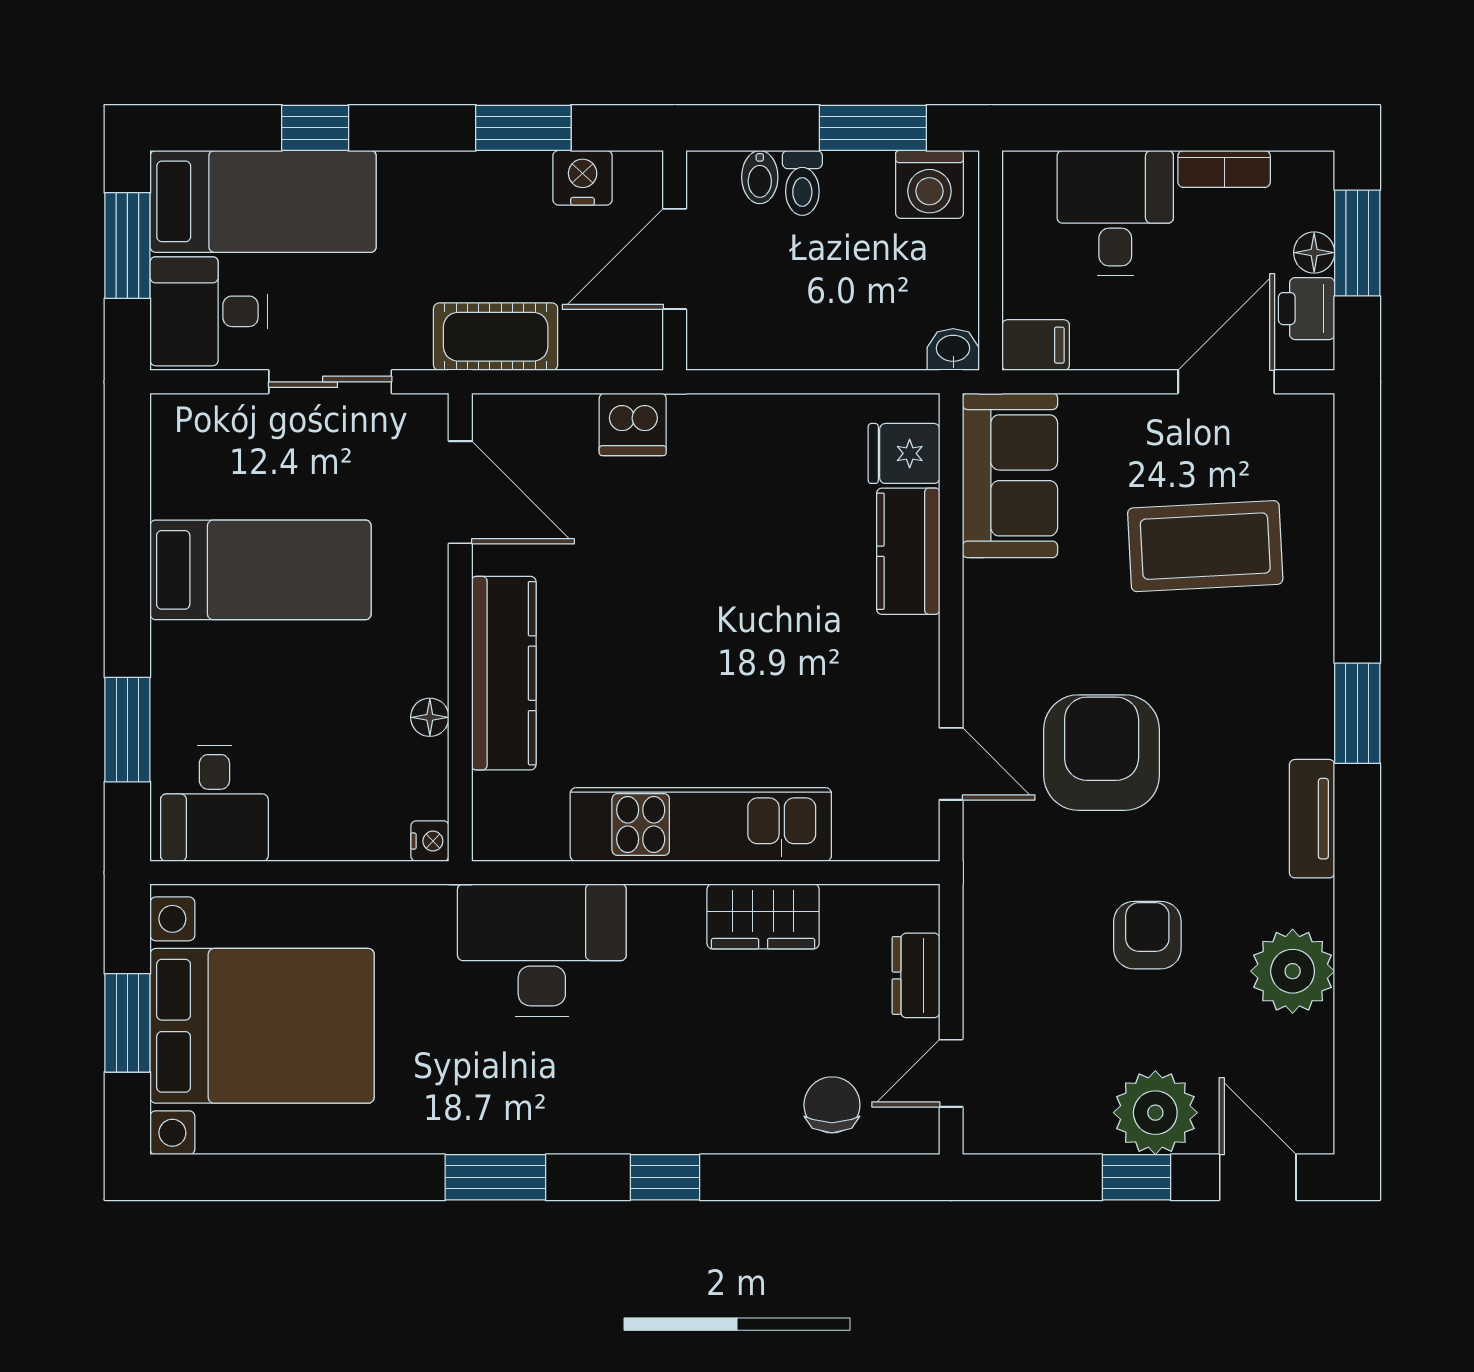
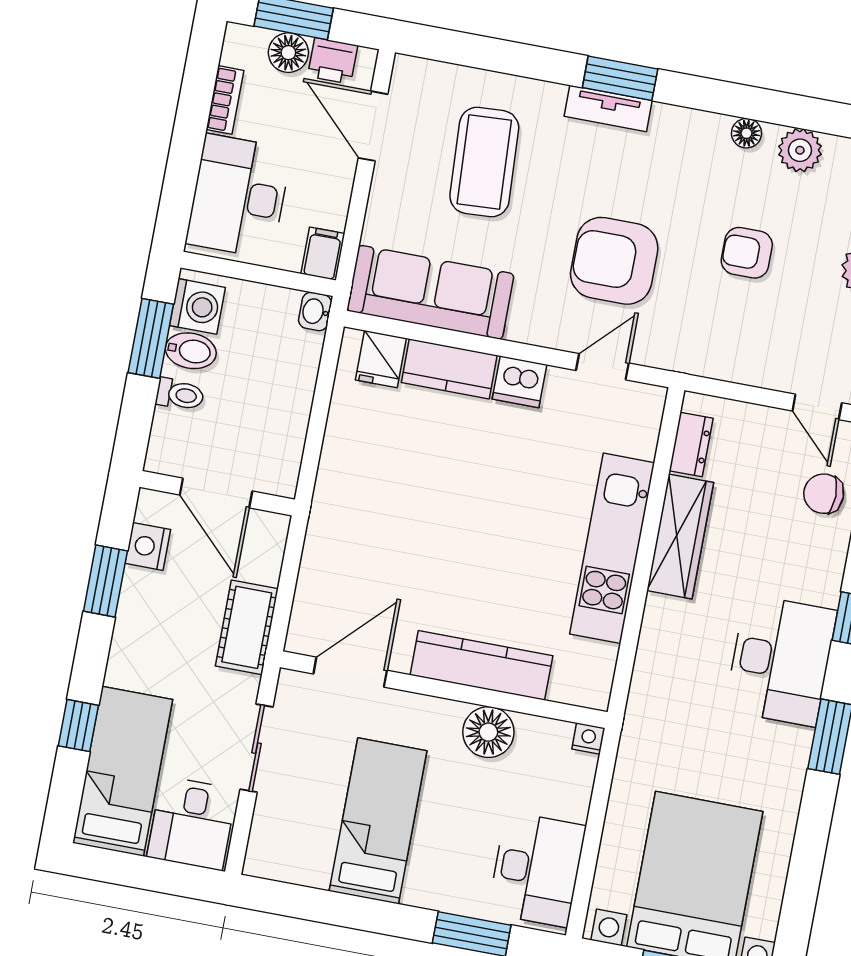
bidet: (760, 177) -> (191, 351), moved, width x1.38, depth x1.36
desk: (1115, 213) -> (239, 196), width x1.37
window: (127, 246) -> (136, 871), removed
floor lamp: (1314, 253) -> (288, 53), width x1.37, depth x1.37
dishwasher: (633, 424) -> (520, 382), moved, turned 90
sofa: (1010, 475) -> (430, 292), width x1.36
floor lamp: (430, 717) -> (488, 732), width x1.89, depth x1.89
desk: (214, 803) -> (537, 869), width x1.37
tv unit: (1312, 819) -> (608, 108), moved
floor lamp: (1314, 904) -> (746, 133), added
wardrobe: (763, 916) -> (680, 537), width x1.50
desk: (542, 950) -> (781, 660), moved, turned 180
plant: (1293, 971) -> (800, 150), width x0.73, depth x0.73
dresser: (916, 975) -> (691, 445), moved, turned -90

